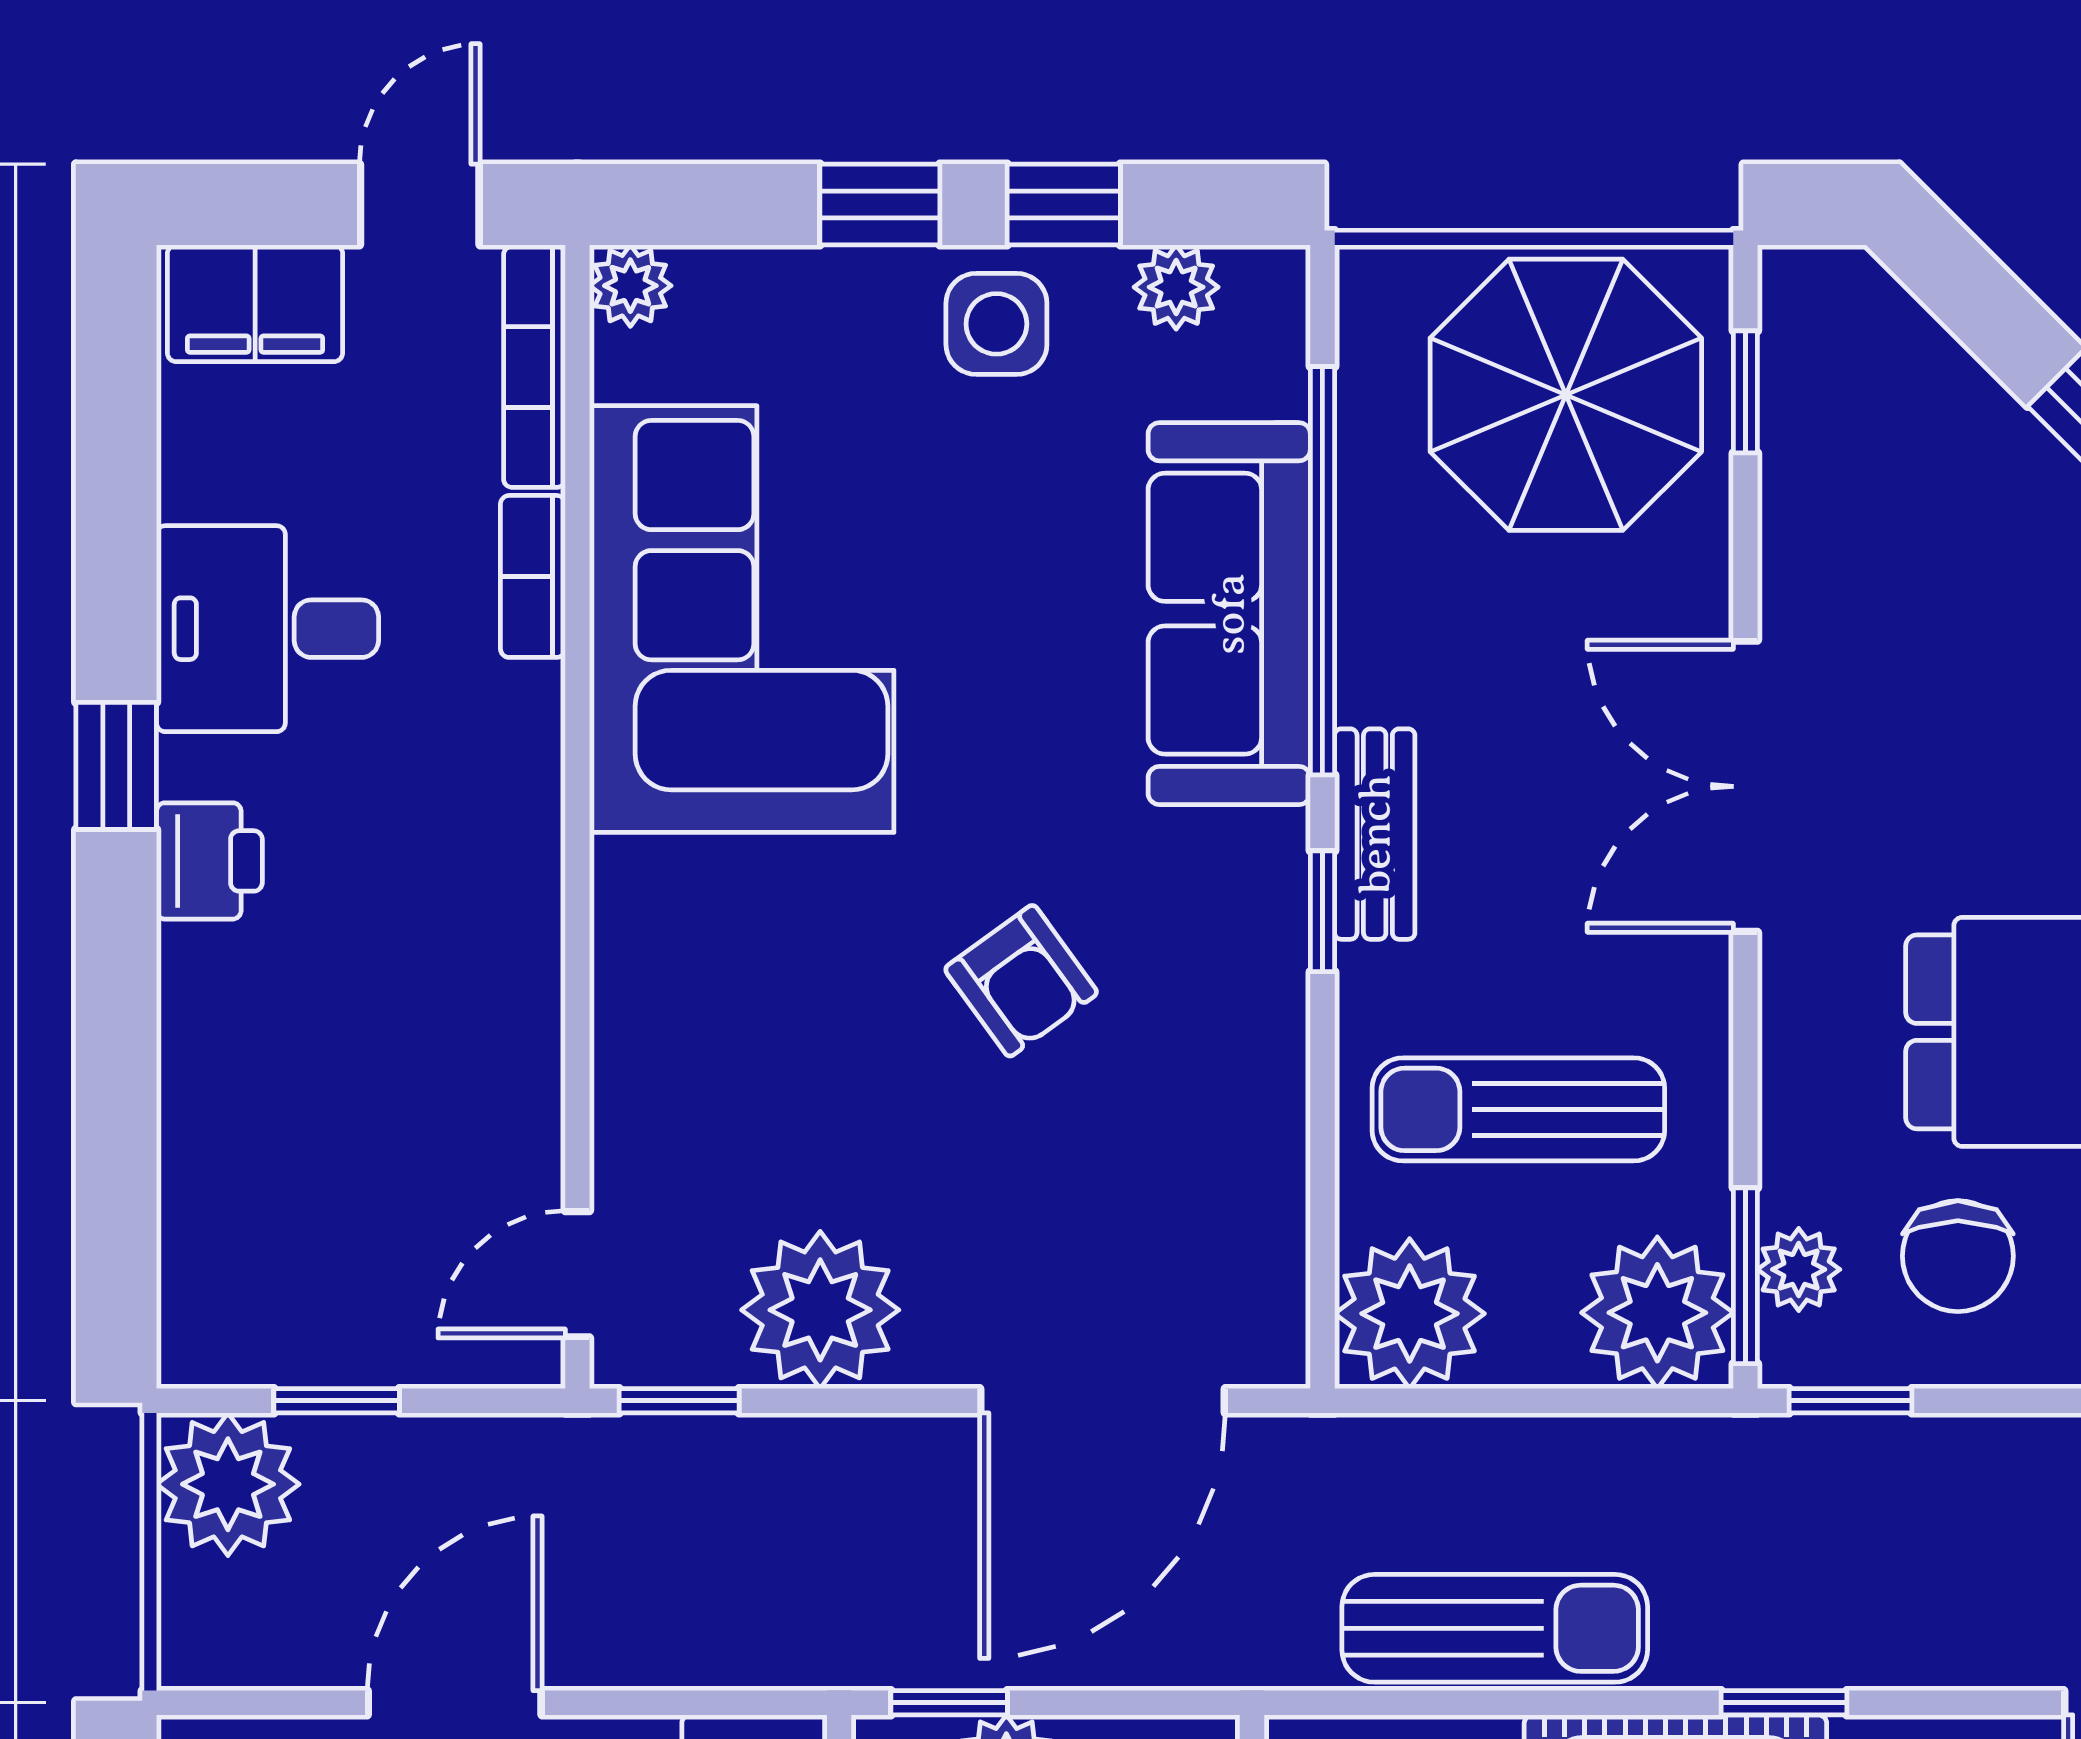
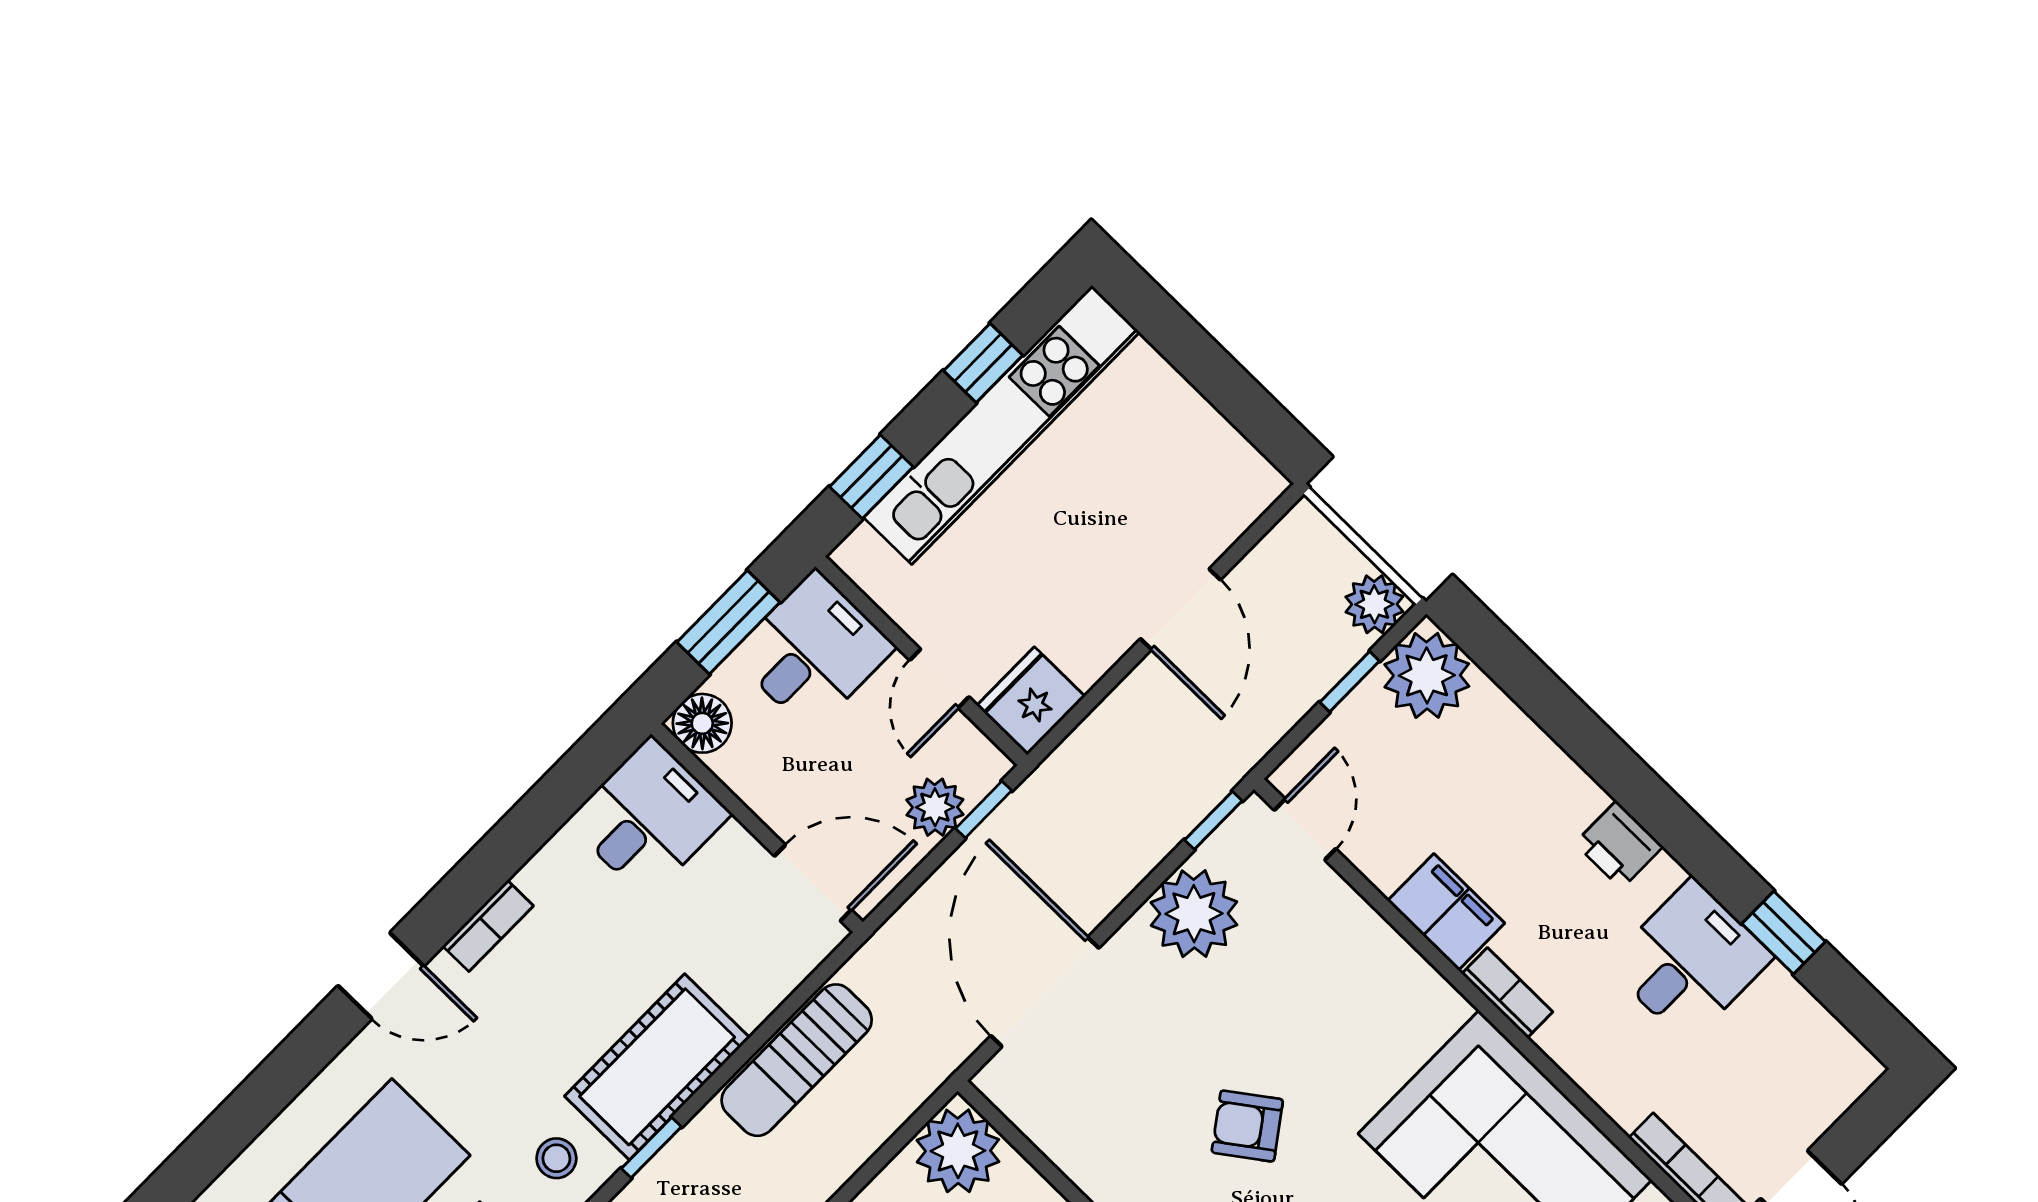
filing cabinet: (255, 303) -> (1446, 912), moved, turned 90
bookcase: (533, 576) -> (1507, 993), moved
window: (116, 766) -> (1784, 933), moved
plant: (234, 1312) -> (1427, 675), added
plant: (228, 1484) -> (1374, 604), width x0.73, depth x0.73

